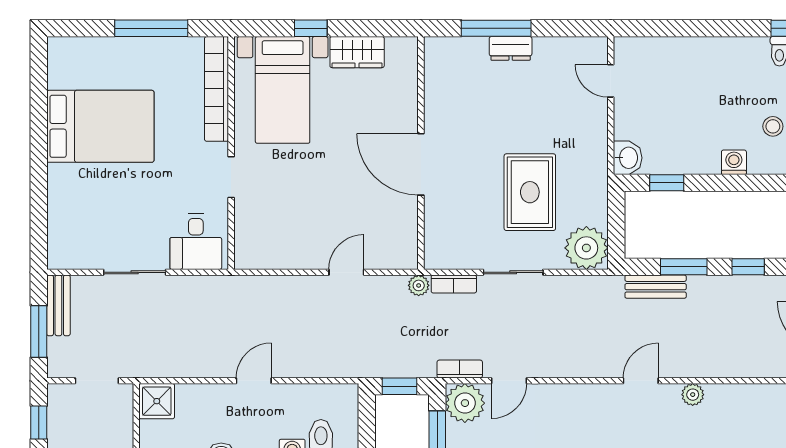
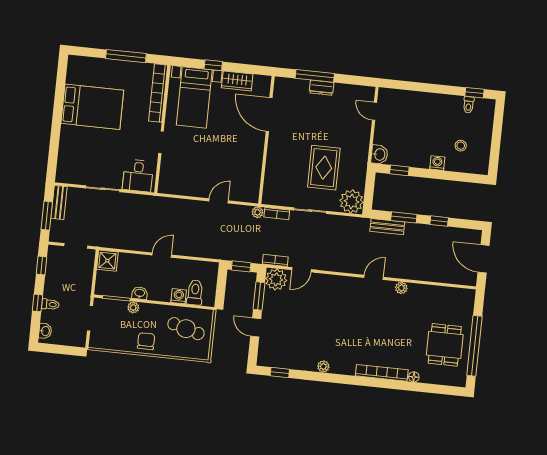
door: (421, 164) -> (269, 115), moved

